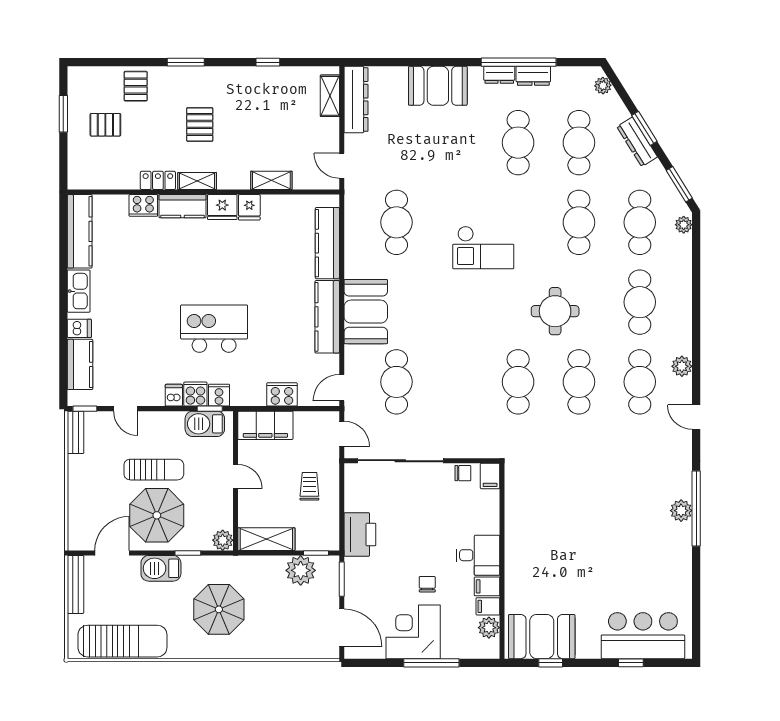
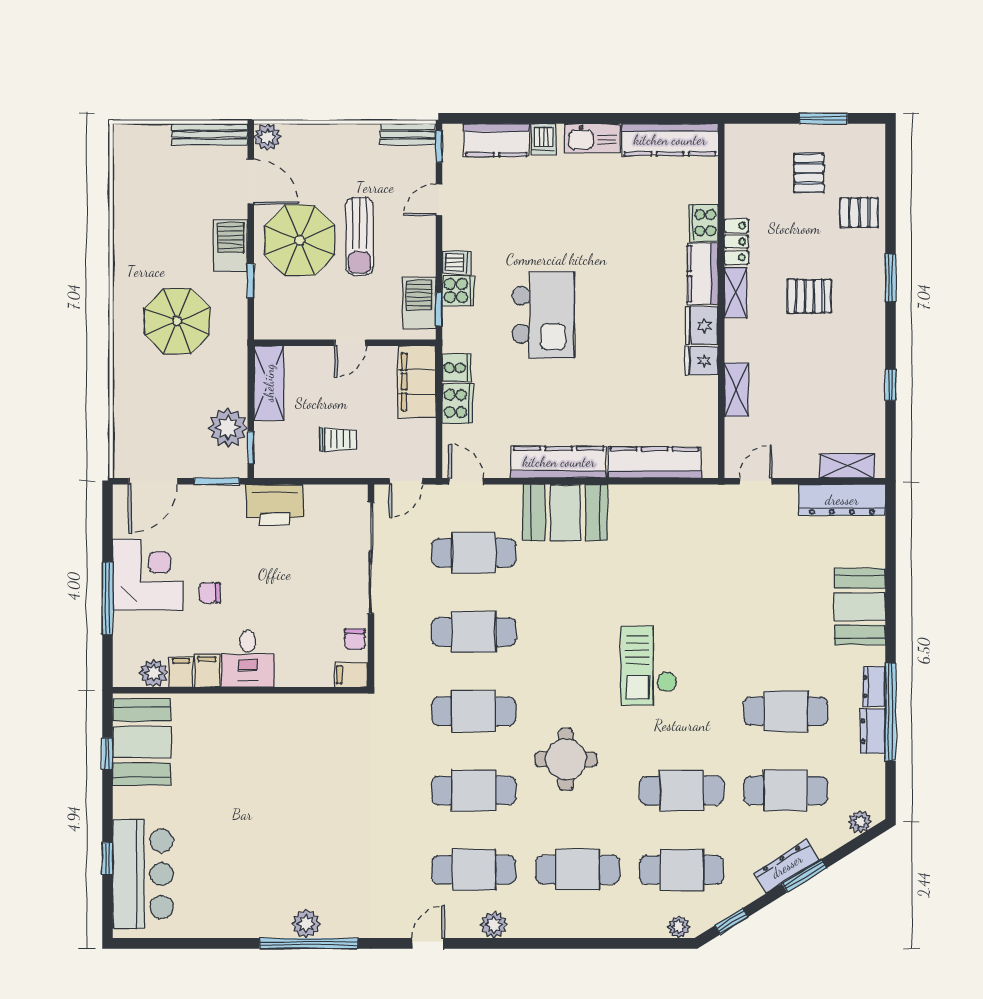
window: (679, 184) -> (731, 921), width x0.67
cafe table: (396, 222) -> (474, 632), moved
cooker: (219, 395) -> (456, 368), moved
plant: (223, 540) -> (267, 137), moved
chair: (427, 584) -> (210, 593), turned 180
sun lounger: (122, 641) -> (136, 195), removed

